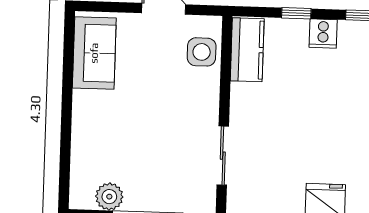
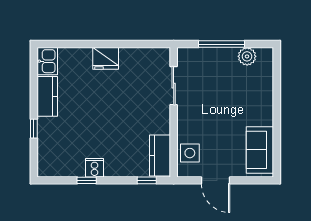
window: (296, 13) -> (147, 180), moved
cooker: (323, 33) -> (94, 168), moved

